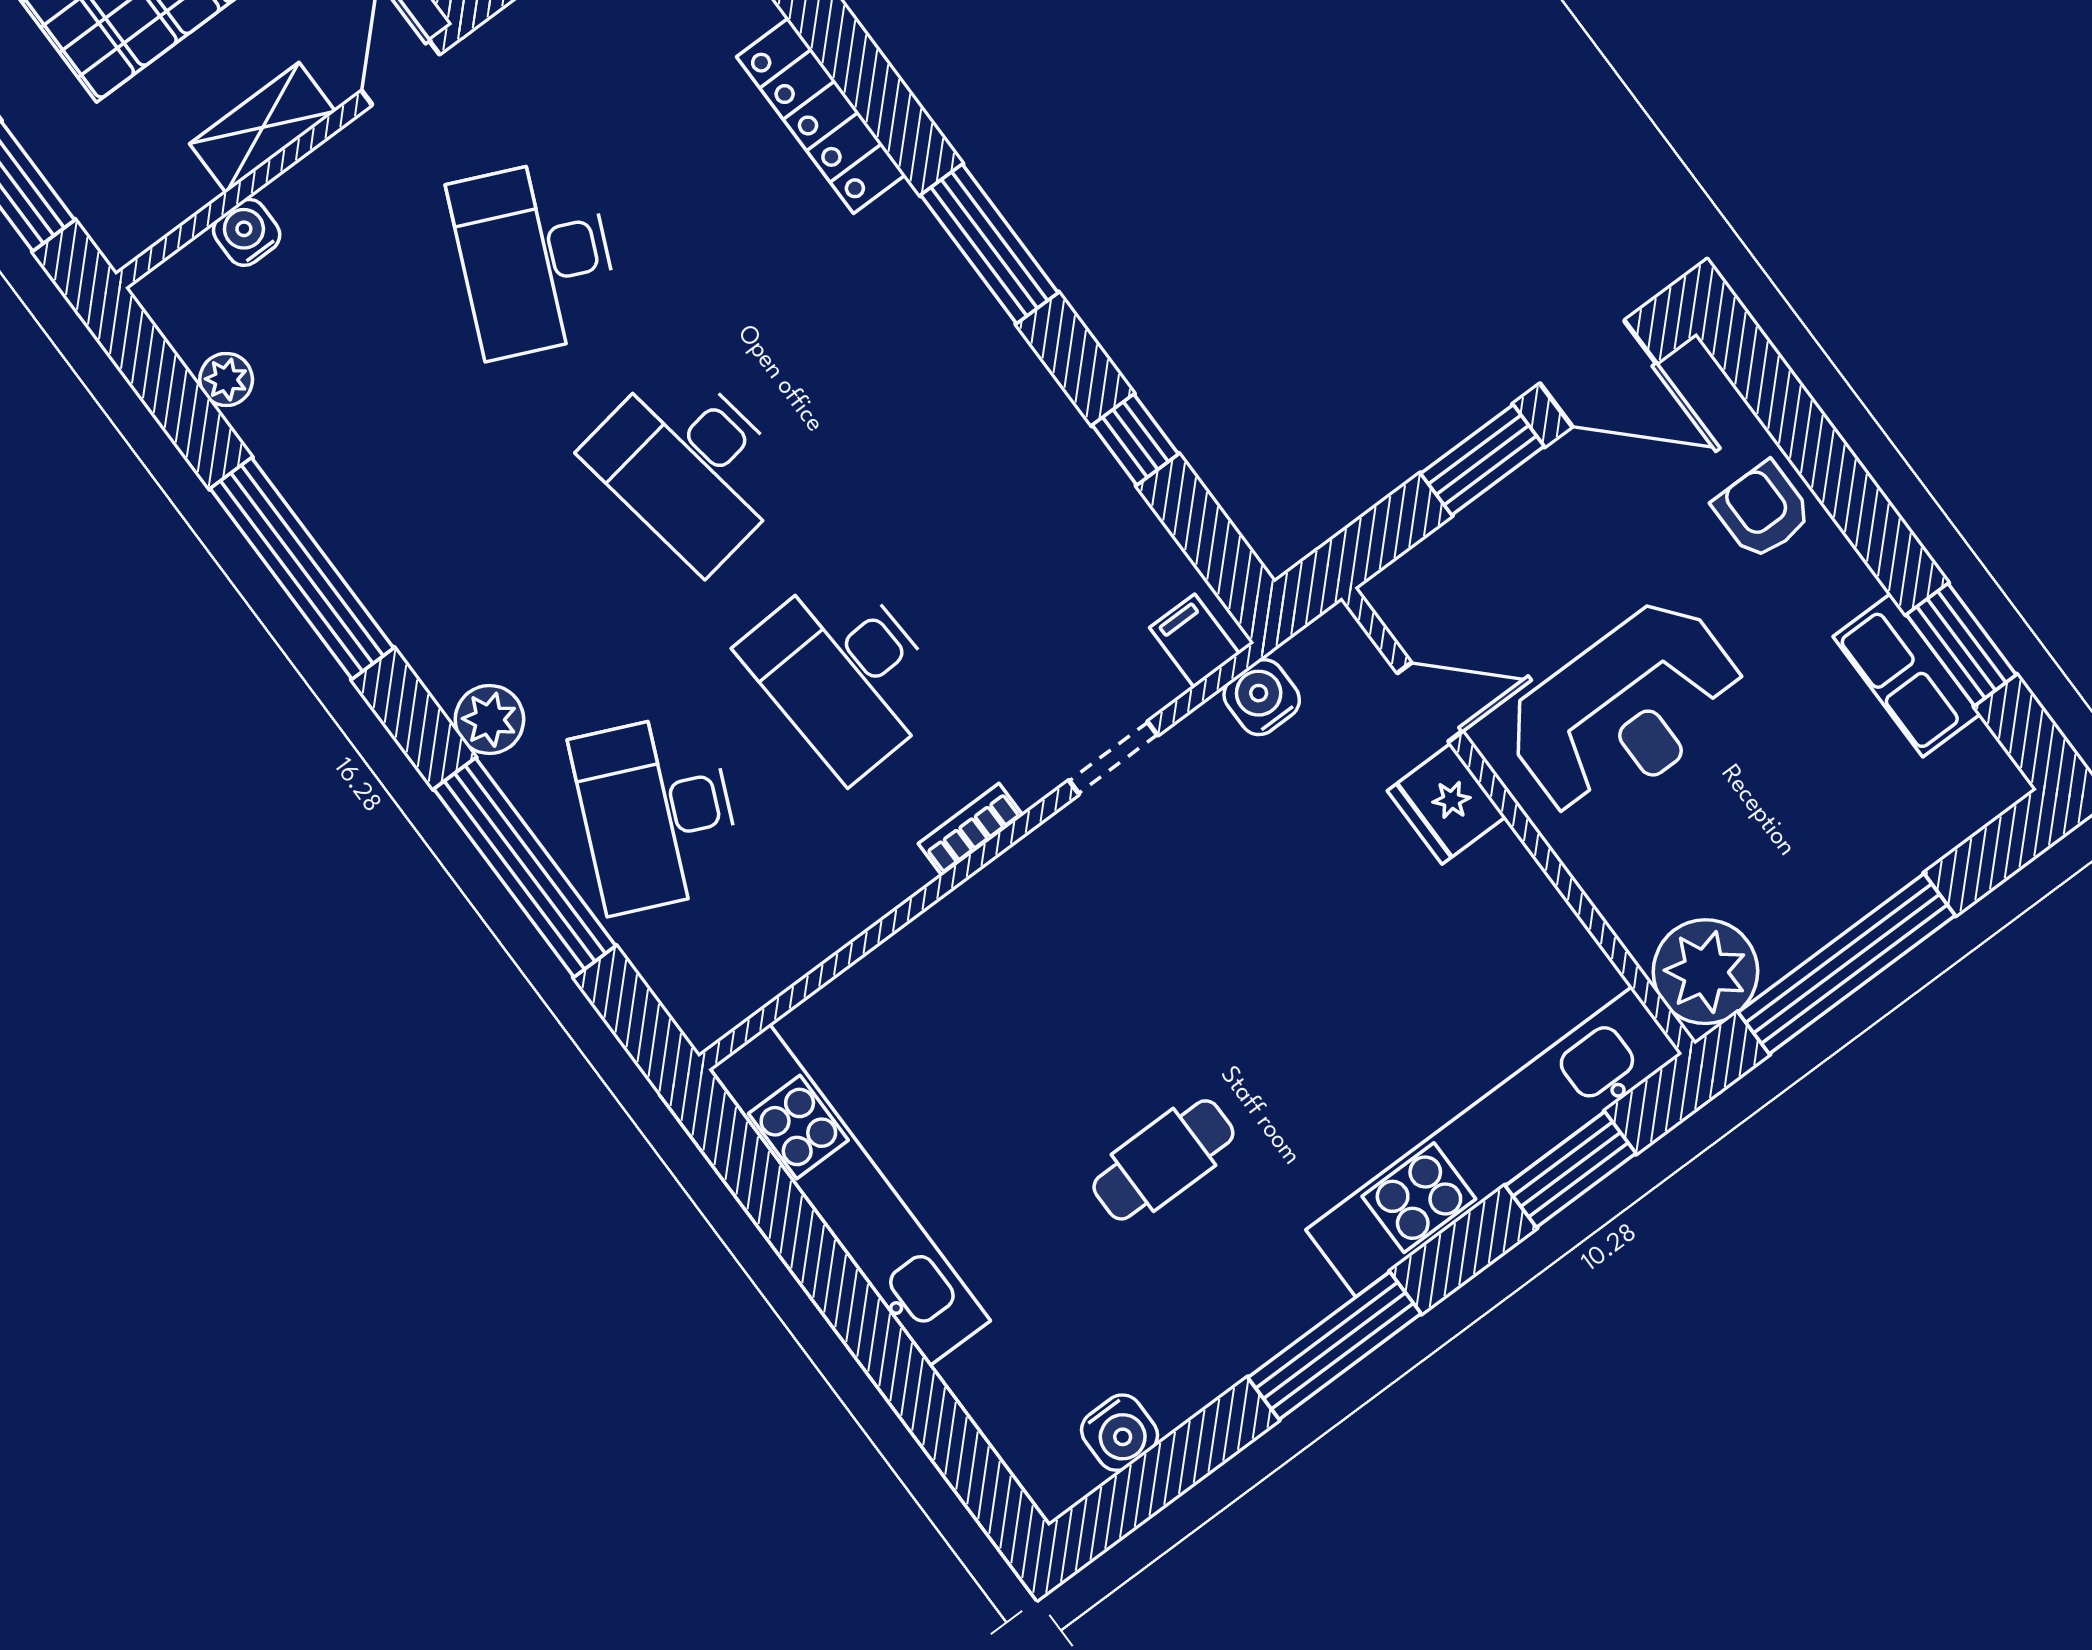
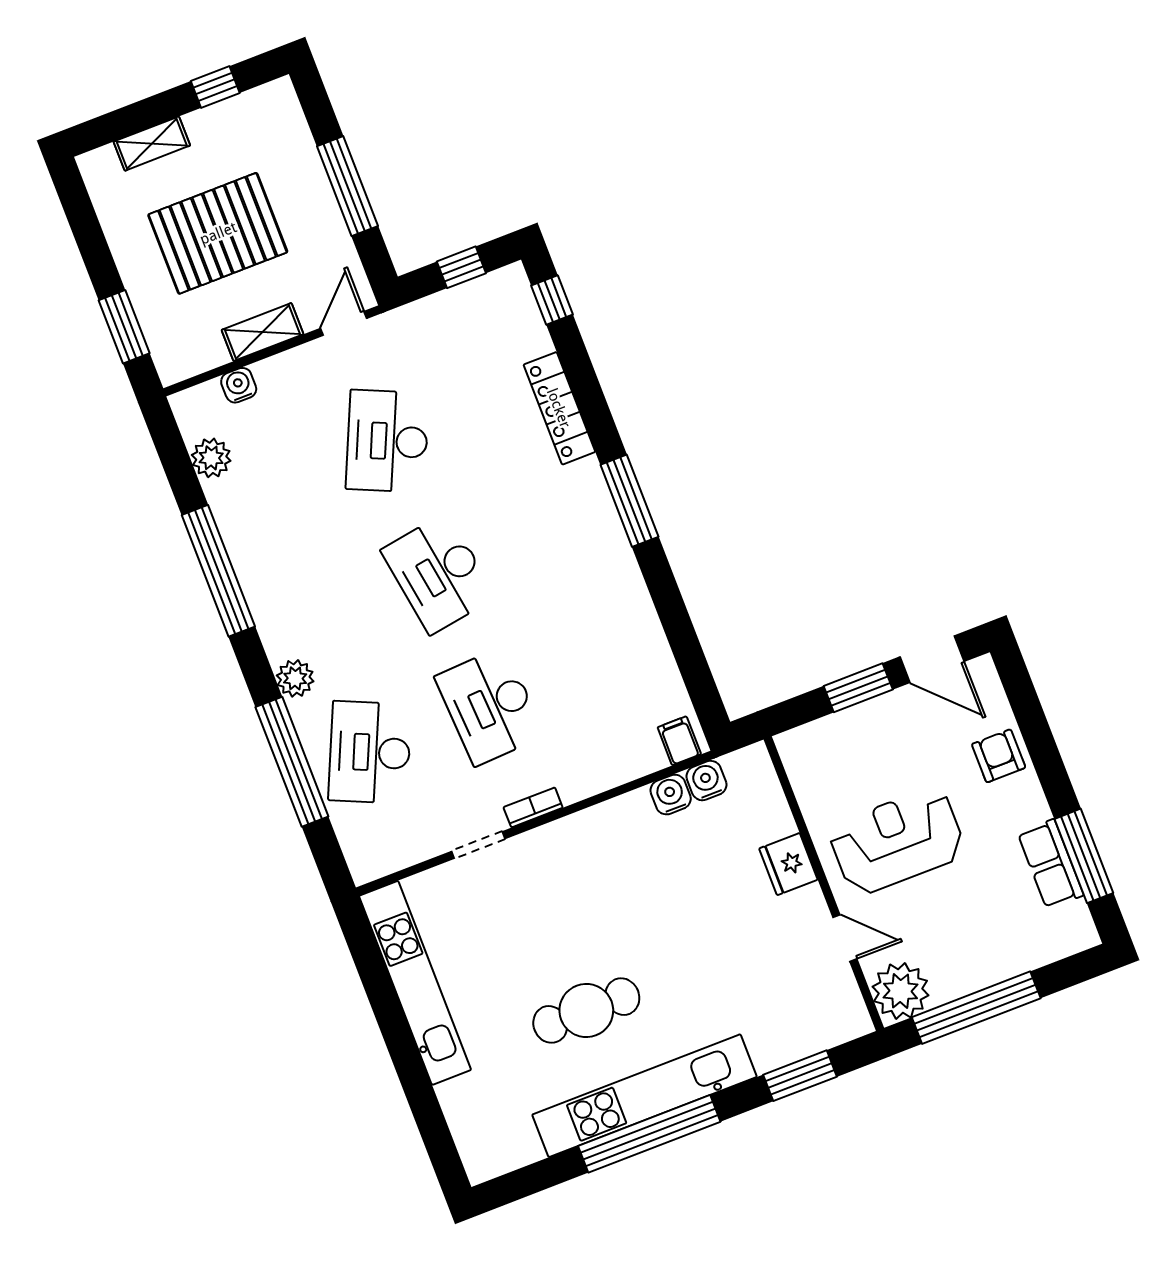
plant: (226, 379) -> (211, 458), width x1.38, depth x1.38
window: (1135, 440) -> (678, 626), removed
window: (1961, 645) -> (1084, 856), width x1.44
door: (1430, 702) -> (845, 938), moved
reception desk: (1626, 710) -> (897, 841), turned 180
doorway: (1113, 758) -> (478, 845), moved
kitchen unit: (1494, 1142) -> (645, 1096), moved
cafe table: (1163, 1160) -> (586, 1011), width x1.37, depth x1.35
window: (1335, 1346) -> (649, 1134), width x1.46
water cooler: (1120, 1433) -> (671, 795), moved, turned 180

